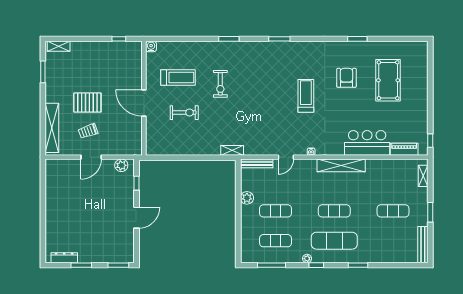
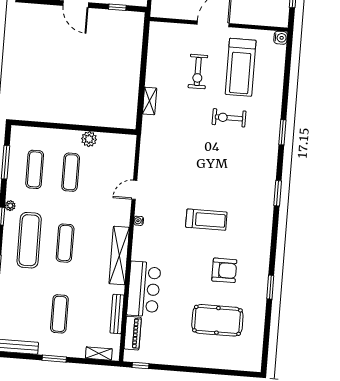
treadmill: (178, 78) -> (241, 67), width x1.37, depth x1.38
shelving: (232, 150) -> (150, 101), moved
door: (286, 157) -> (134, 190), hinge flipped
bench: (257, 163) -> (117, 314), moved

